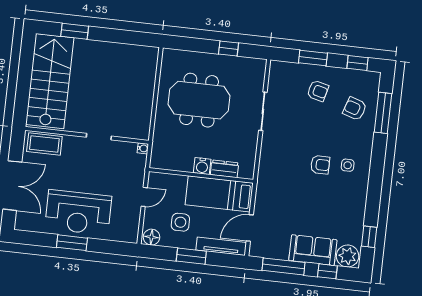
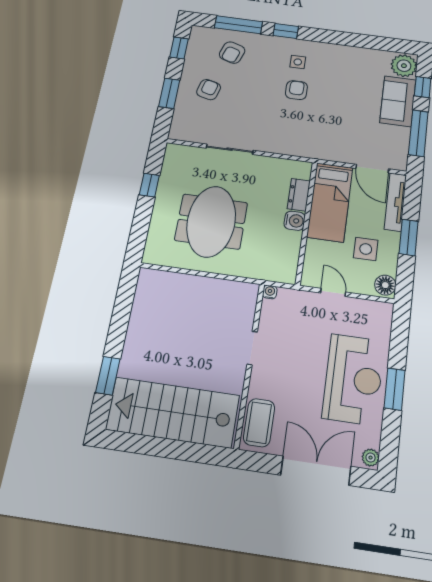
plant: (23, 225) -> (371, 458), added
window: (369, 237) -> (286, 31), moved

